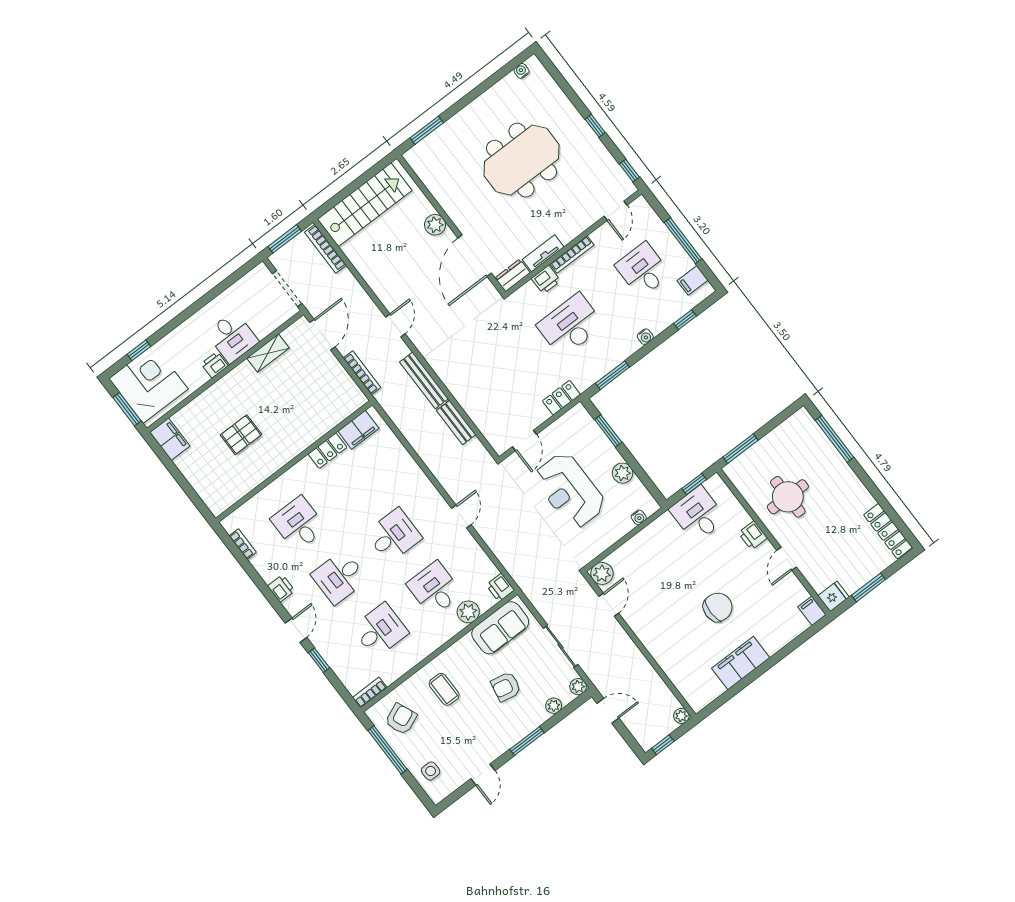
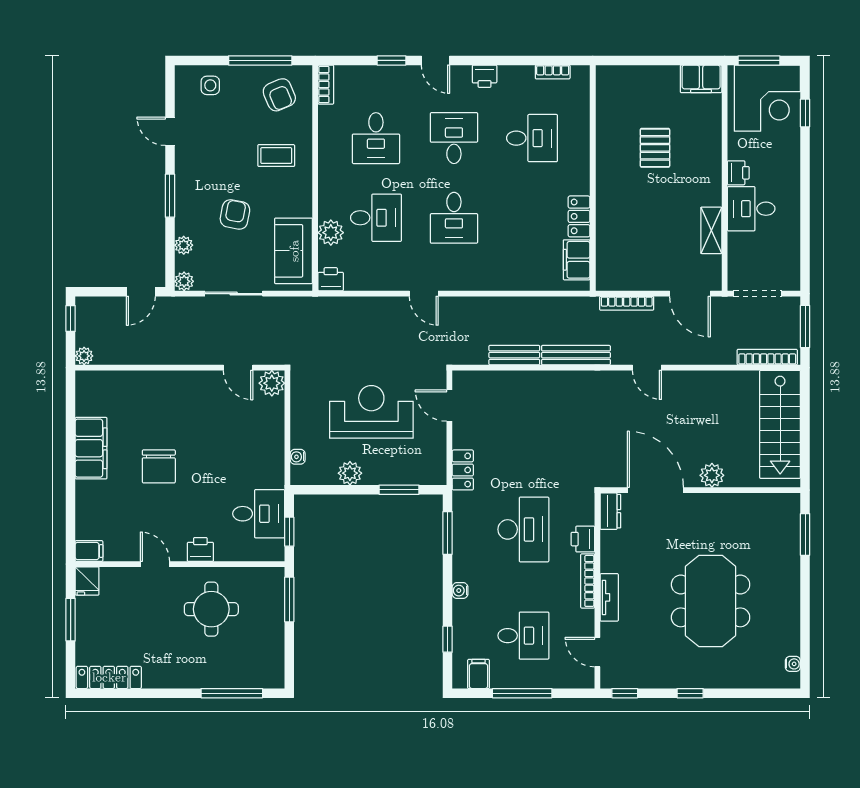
tv unit: (543, 253) -> (609, 597), moved

